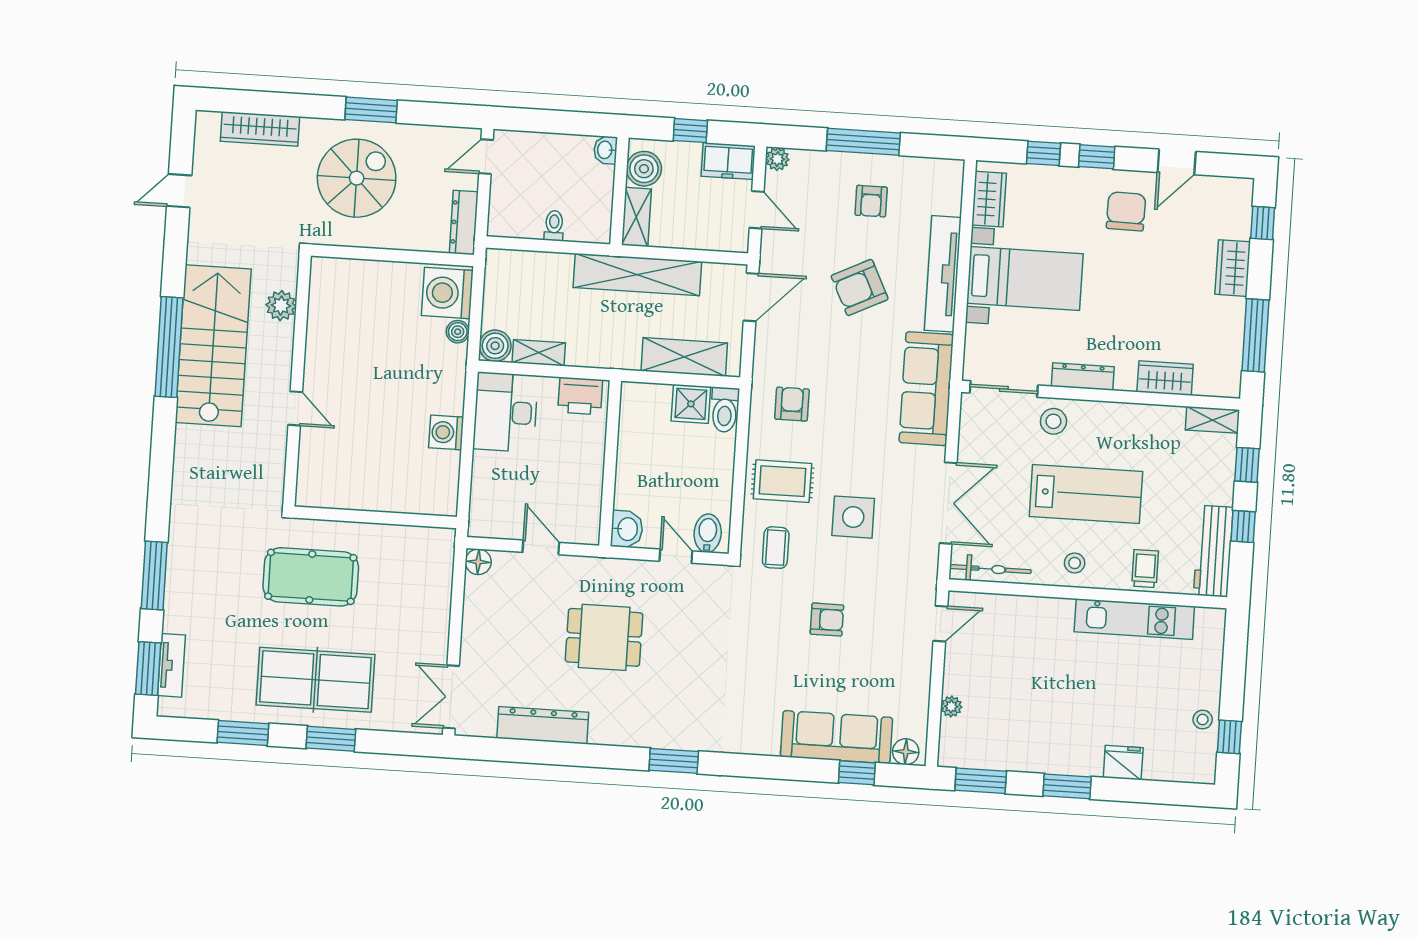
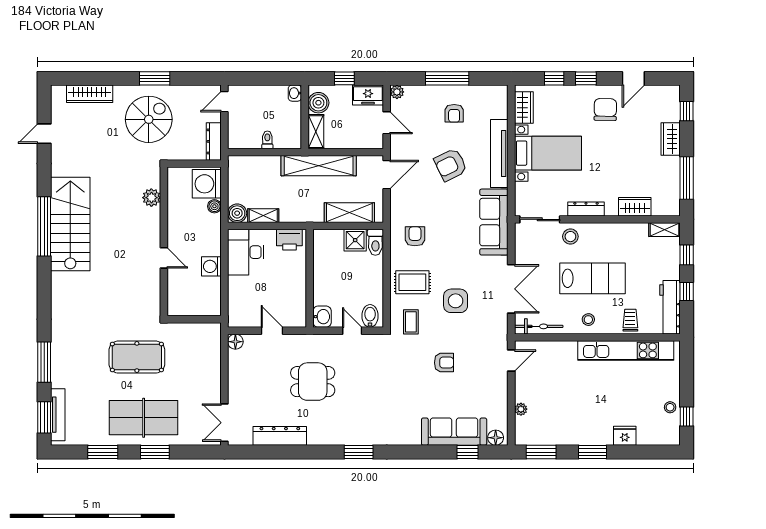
plant: (281, 306) -> (151, 198), moved
wall: (297, 381) -> (164, 241), moved
door: (295, 408) -> (164, 258), moved
kitchen unit: (1134, 619) -> (626, 350), width x1.36
tv unit: (171, 665) -> (58, 415), width x1.41

